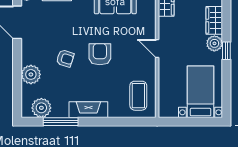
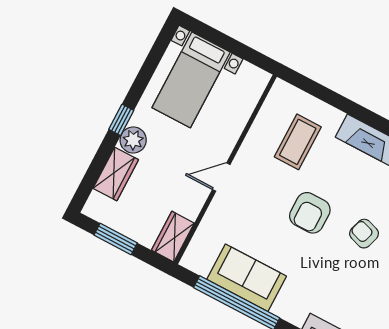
door: (157, 48) -> (221, 177), swing flipped
coffee table: (138, 96) -> (298, 142), moved

